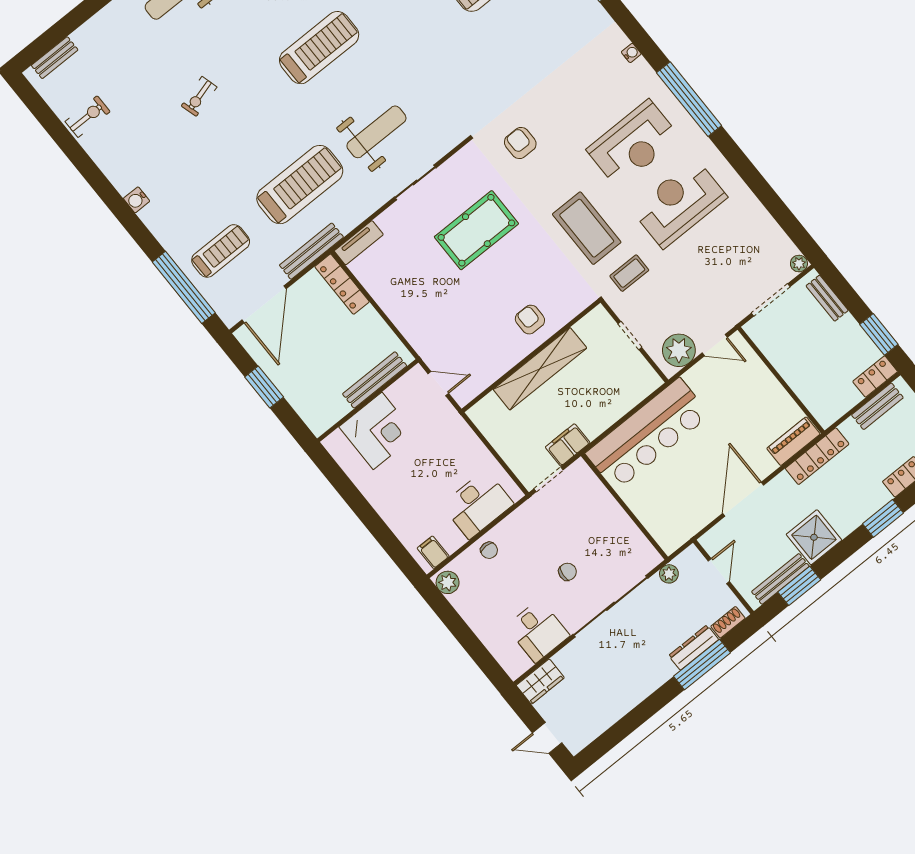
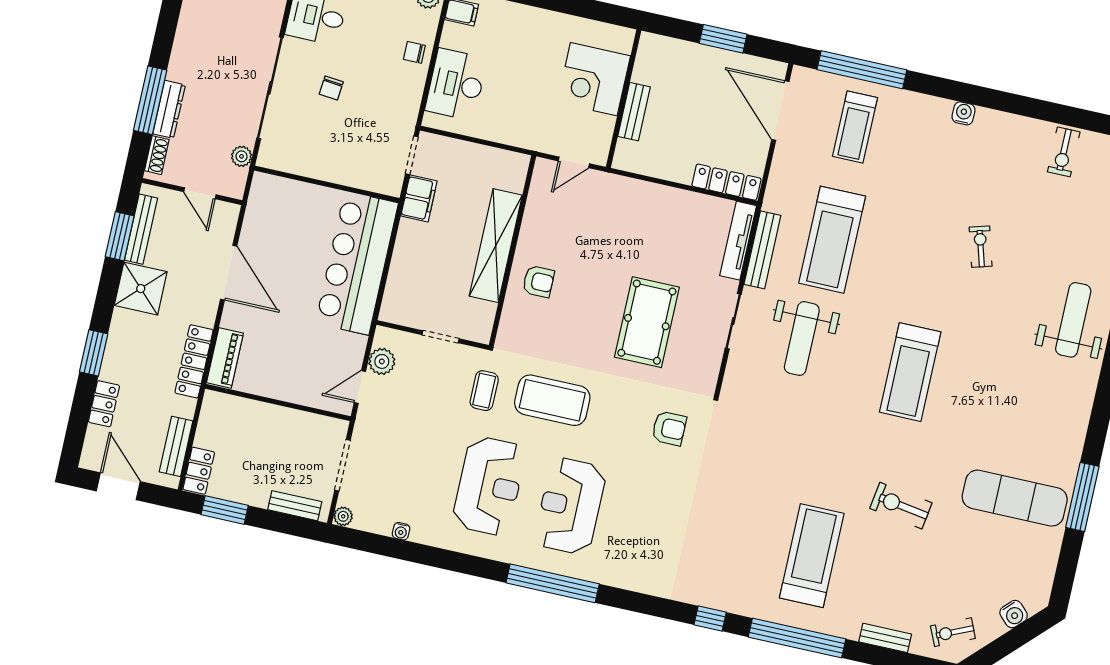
water cooler: (631, 53) -> (401, 531), moved
tv unit: (359, 243) -> (738, 241), width x1.41
bench: (311, 251) -> (762, 250), moved
plant: (679, 350) -> (382, 361), width x0.73, depth x0.73
bench: (375, 380) -> (634, 112), width x0.73

